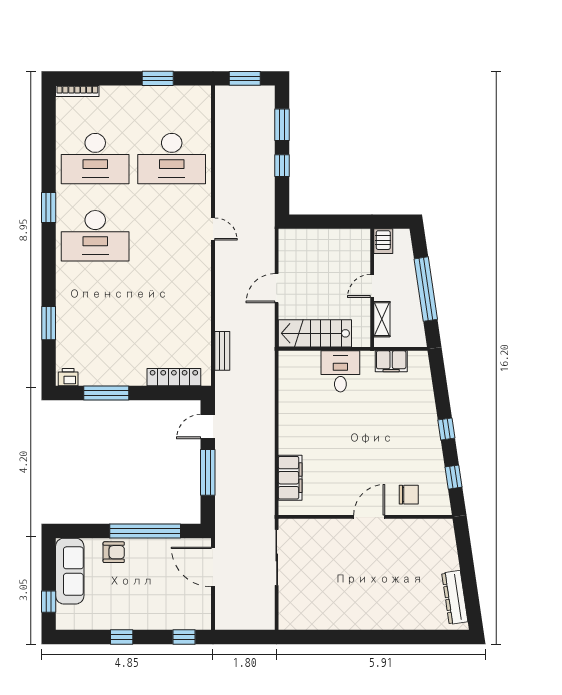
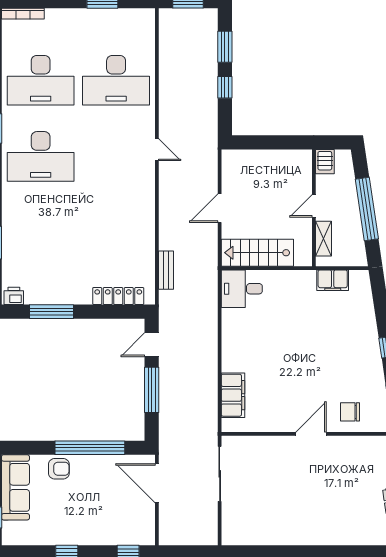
desk: (340, 371) -> (242, 289), moved, turned -90
chair: (409, 495) -> (350, 412), turned 180

